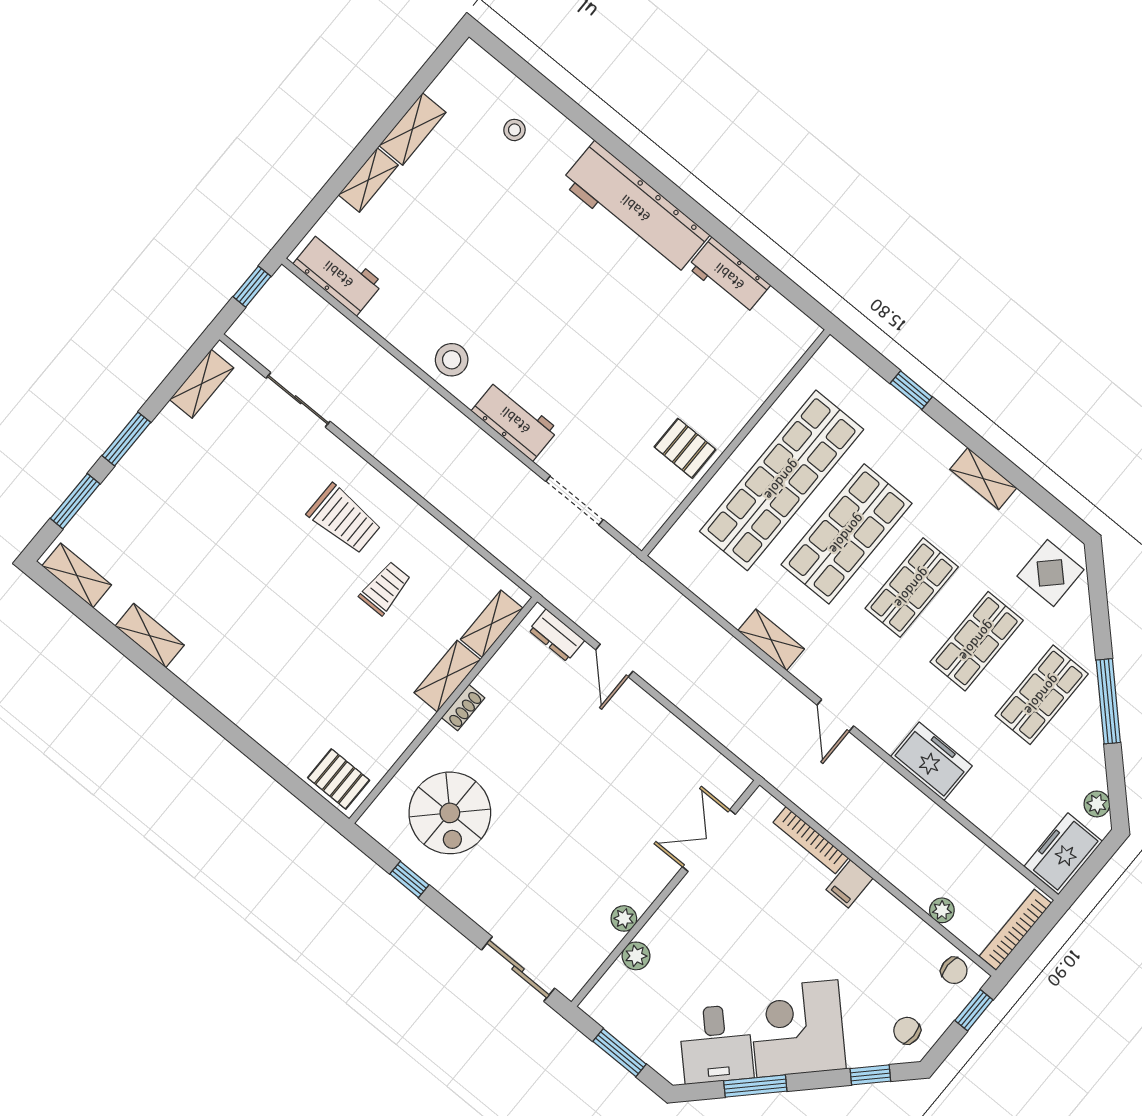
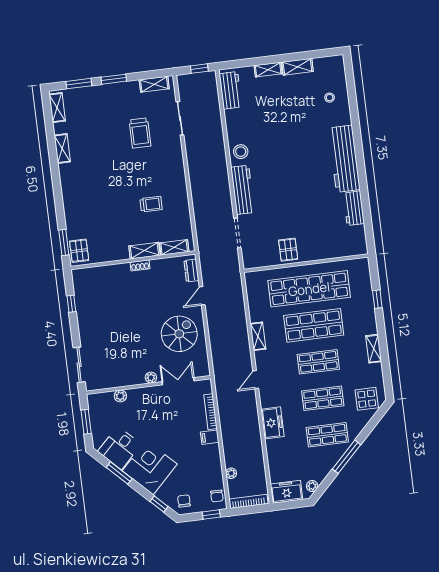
workbench: (515, 420) -> (243, 190), width x1.38
trolley: (344, 519) -> (140, 133), moved
window: (300, 789) -> (64, 242), added
spiral stairs: (450, 813) -> (179, 334), moved, turned 180
plant: (624, 918) -> (151, 378), moved

